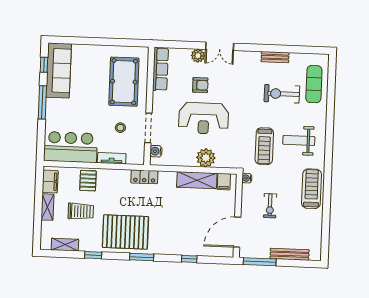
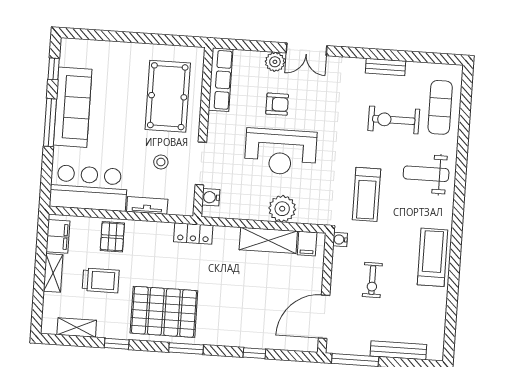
sofa: (59, 70) -> (73, 107), moved
weight bench: (299, 140) -> (426, 174), moved

